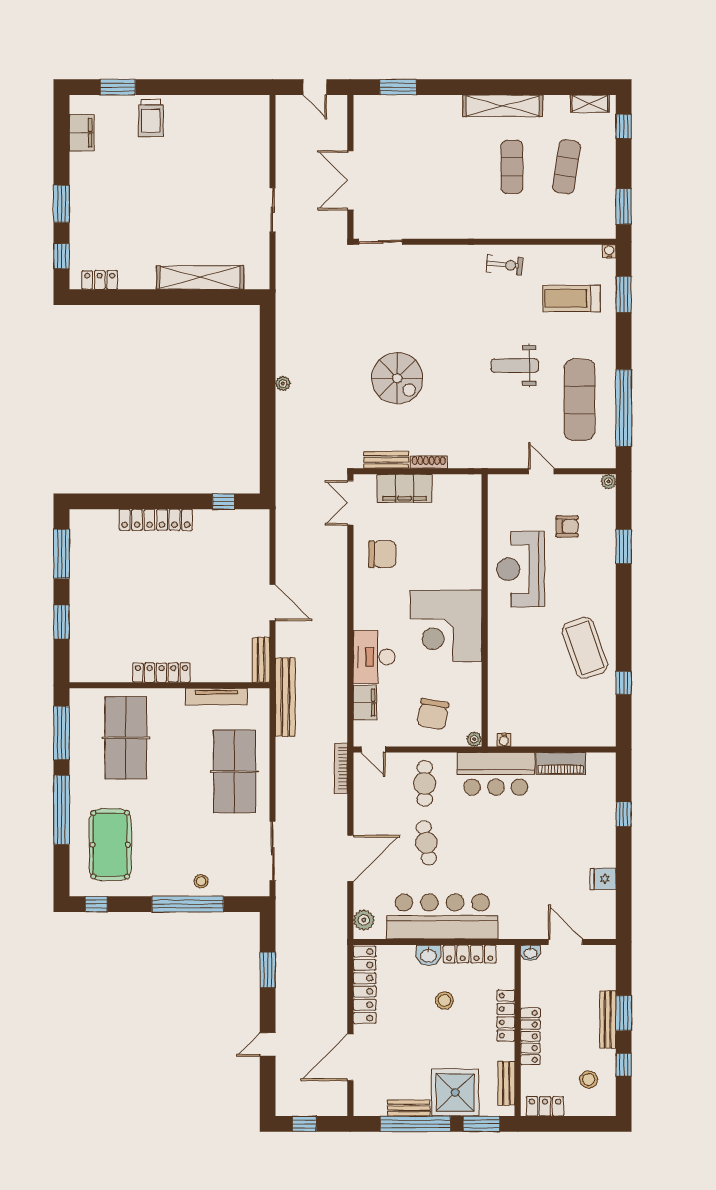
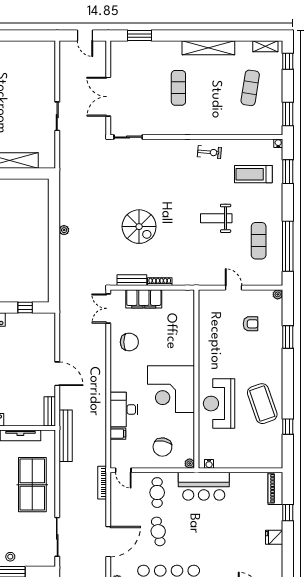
exercise mat: (512, 167) -> (178, 88), moved
exercise mat: (579, 400) -> (259, 241), width x0.73, depth x0.69
reception desk: (521, 569) -> (219, 404), moved
filing cabinet: (365, 702) -> (118, 434), width x0.50
piano: (561, 763) -> (275, 488), moved, turned 90
fridge: (603, 879) -> (274, 537), moved

